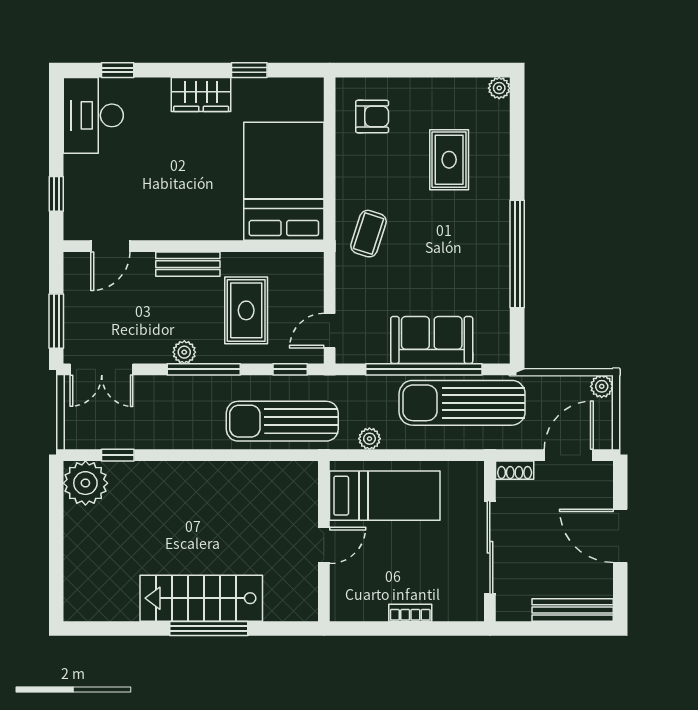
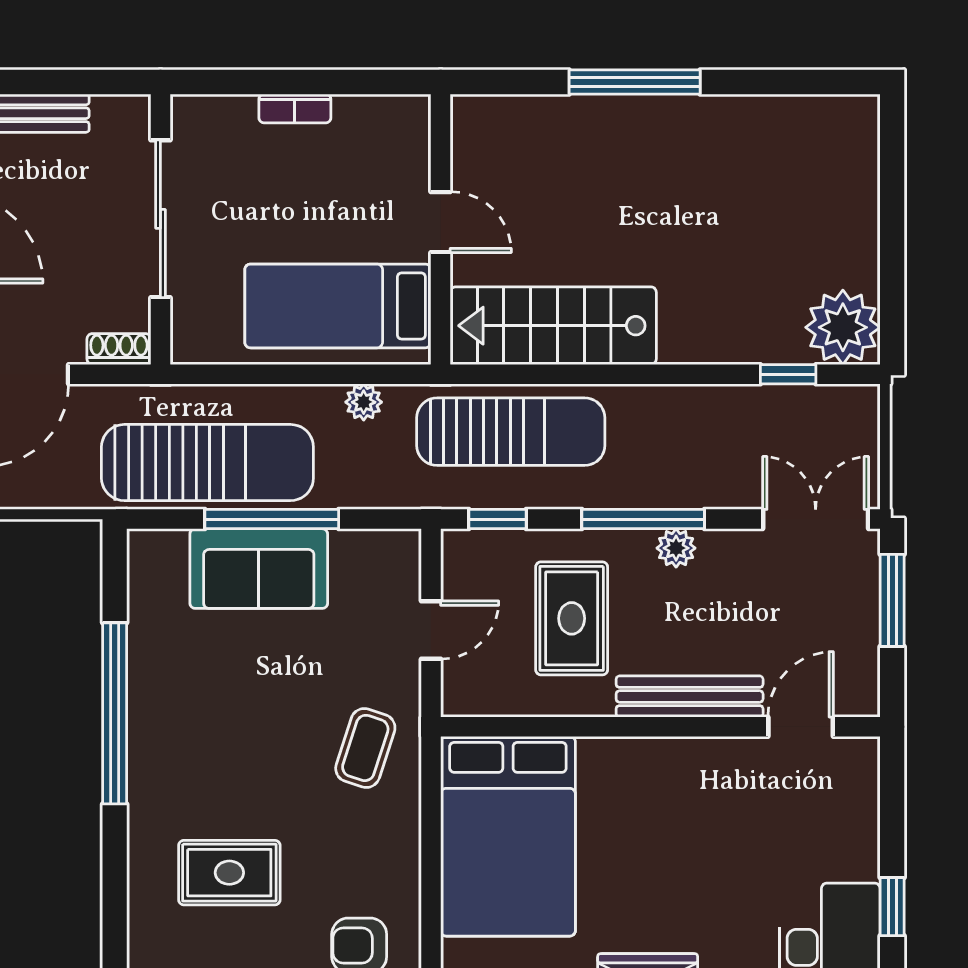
rug: (449, 160) -> (229, 873), turned 90
window: (56, 194) -> (892, 907), moved
bench: (188, 264) -> (690, 697), width x1.36
door: (330, 331) -> (431, 630), moved
window: (424, 369) -> (272, 519), width x0.68
door: (324, 545) -> (441, 222), swing flipped
stairs: (201, 598) -> (553, 326), moved, turned 180

